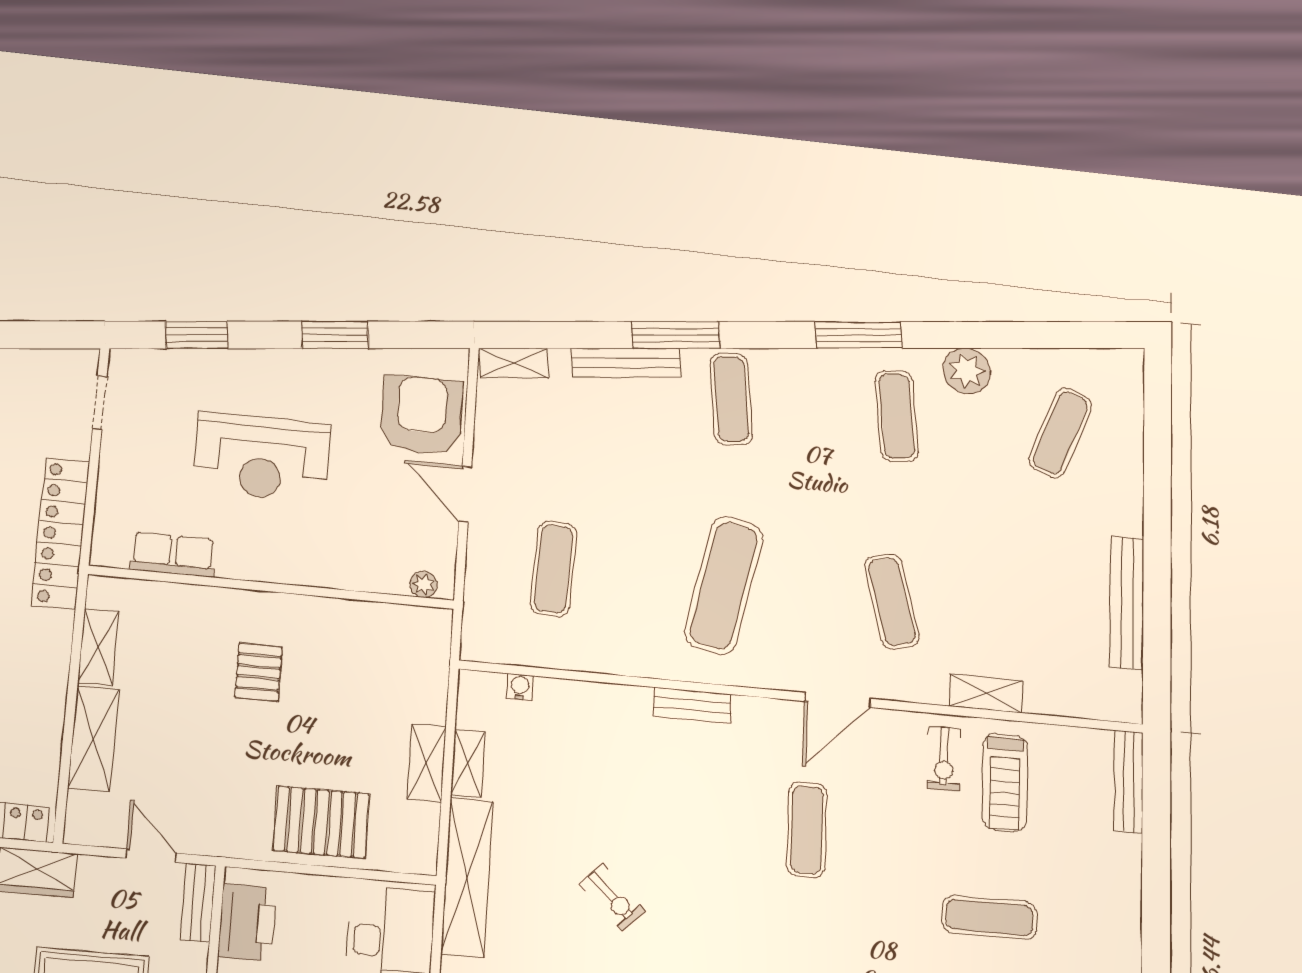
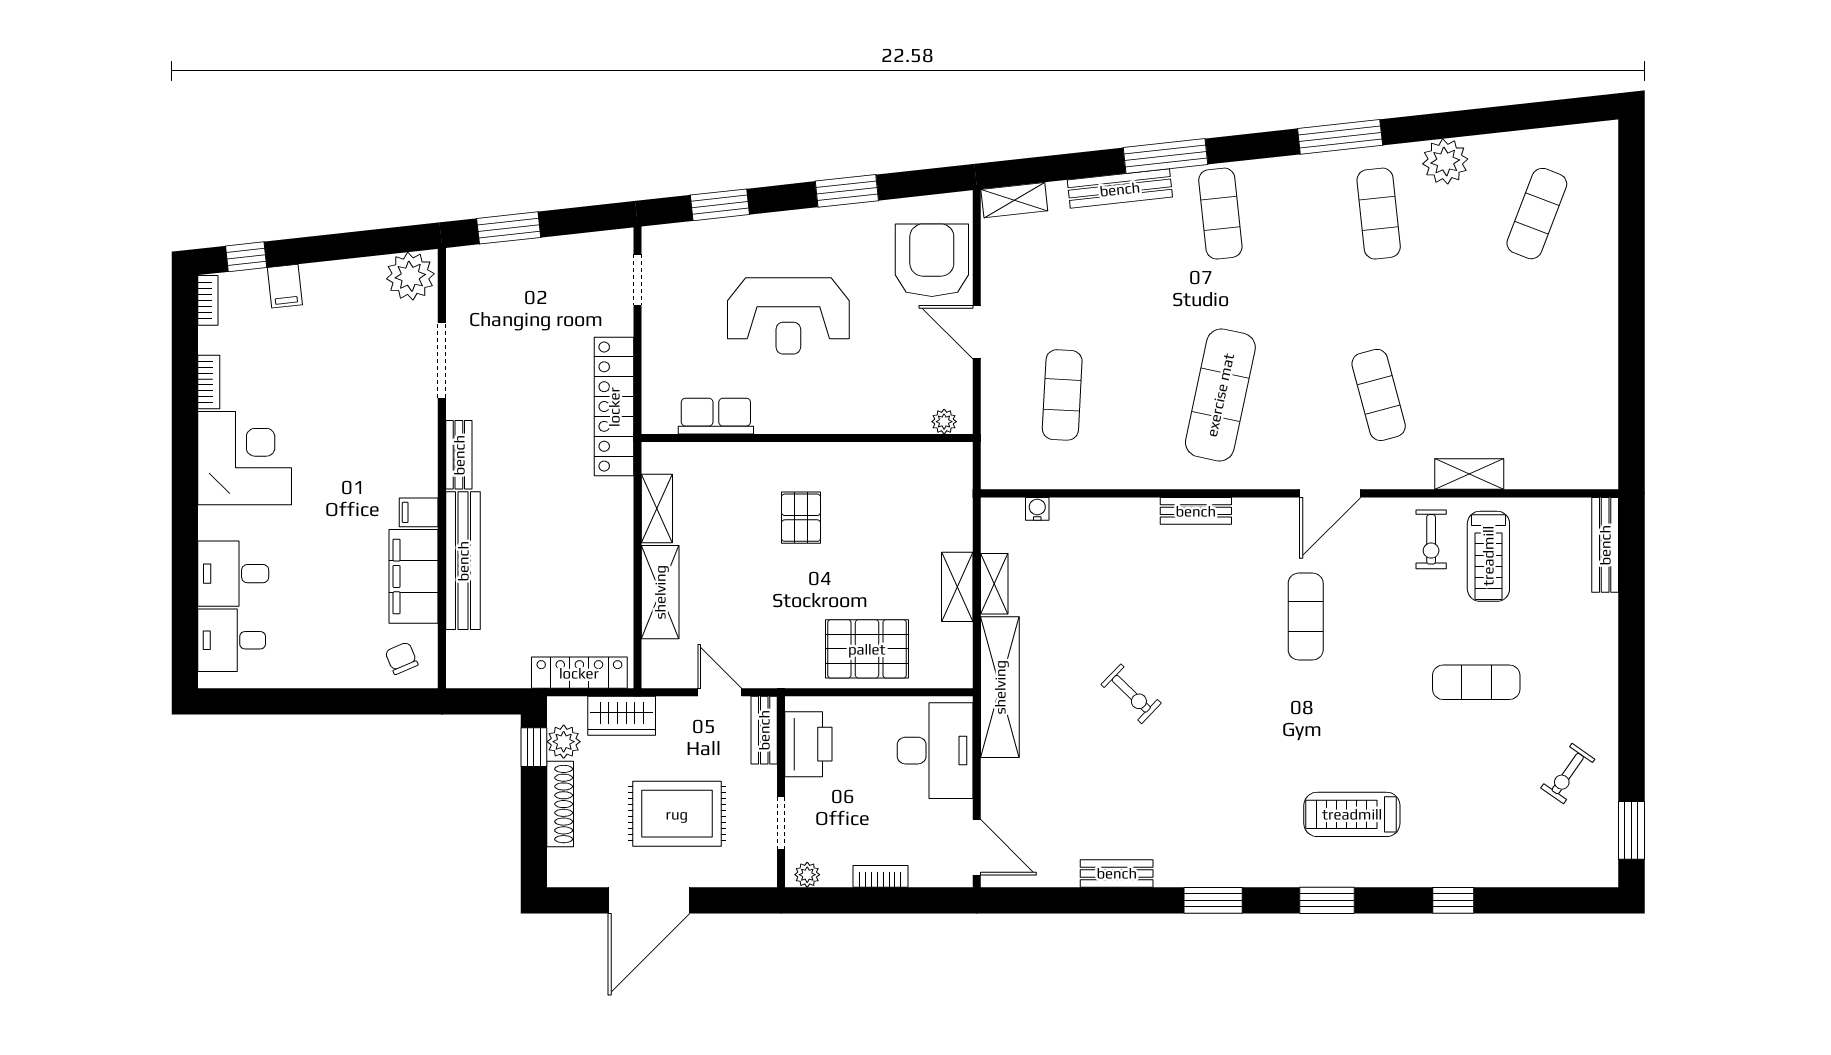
bench: (1127, 602) -> (1603, 374), removed

